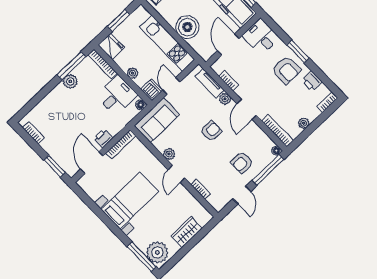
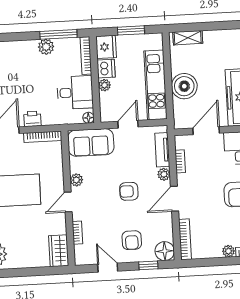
dishwasher: (152, 90) -> (106, 69), moved
plant: (304, 123) -> (228, 251), moved
armchair: (211, 131) -> (129, 191), turned 180
floor lamp: (276, 151) -> (165, 251), width x1.89, depth x1.89
armchair: (242, 162) -> (132, 240), turned -90
window: (268, 170) -> (148, 265), width x0.46
door: (242, 195) -> (108, 268), swing flipped
wardrobe: (187, 232) -> (59, 251), moved, turned -90

